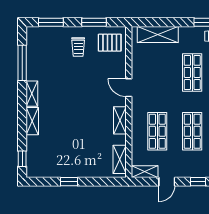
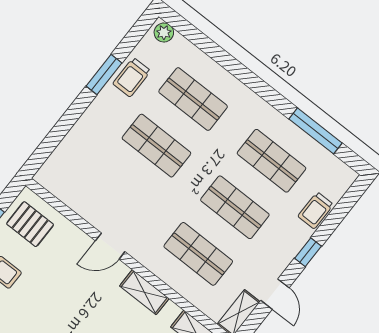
shelving: (158, 34) -> (70, 152), removed
pallet: (110, 43) -> (30, 224), turned 90

